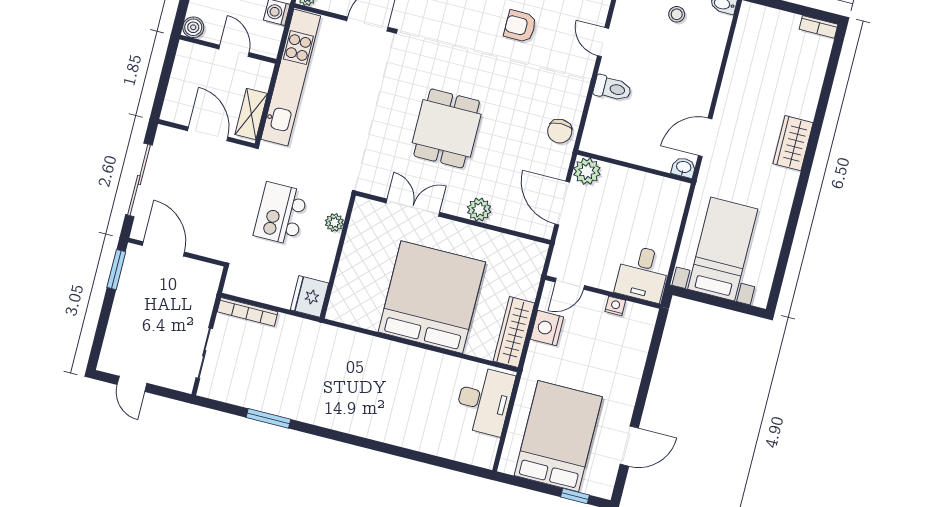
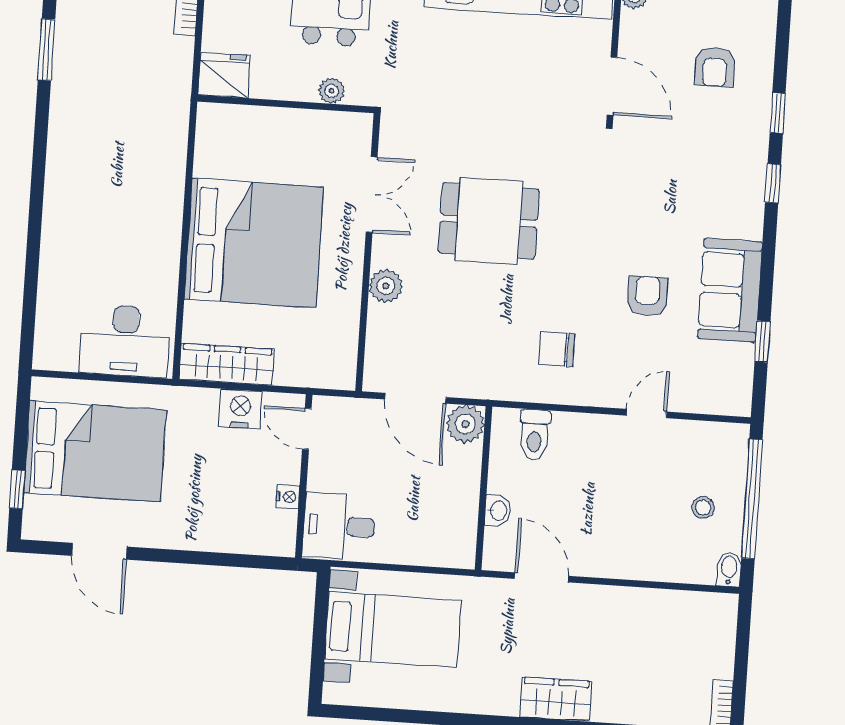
toilet: (612, 88) -> (534, 435), moved
chair: (560, 131) -> (557, 349), moved
washbasin: (684, 167) -> (498, 511), moved
door: (562, 203) -> (415, 398), swing flipped

